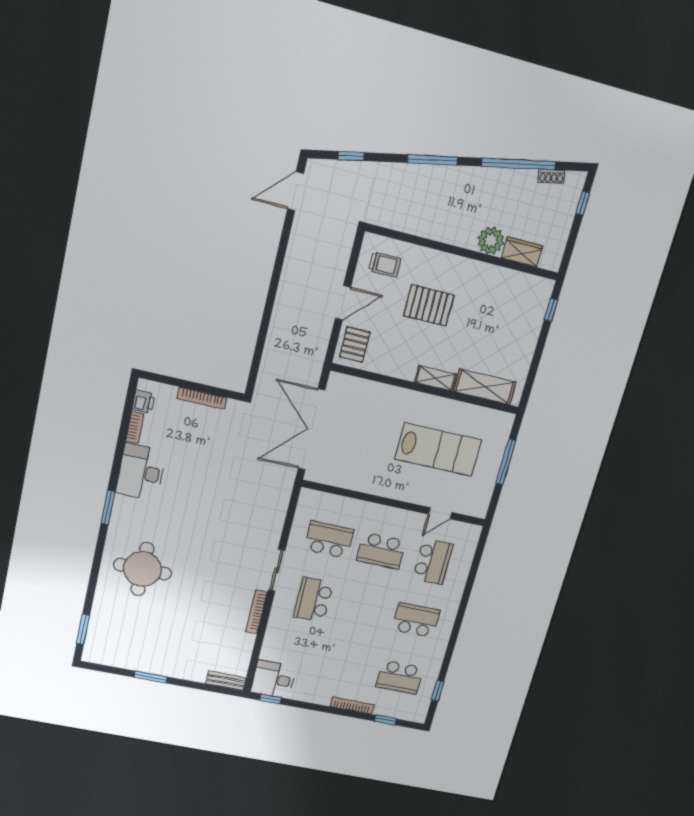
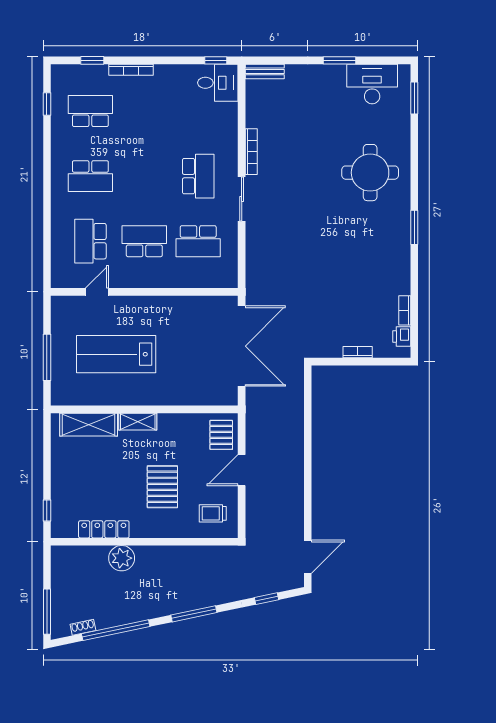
window: (583, 203) -> (47, 612), width x2.17
wardrobe: (522, 252) -> (90, 555), removed
locker: (500, 276) -> (104, 529), added
pallet: (429, 305) -> (162, 487), turned 90
bookcase: (202, 398) -> (358, 352), width x0.64
desk: (141, 472) -> (372, 84), moved, turned -90

